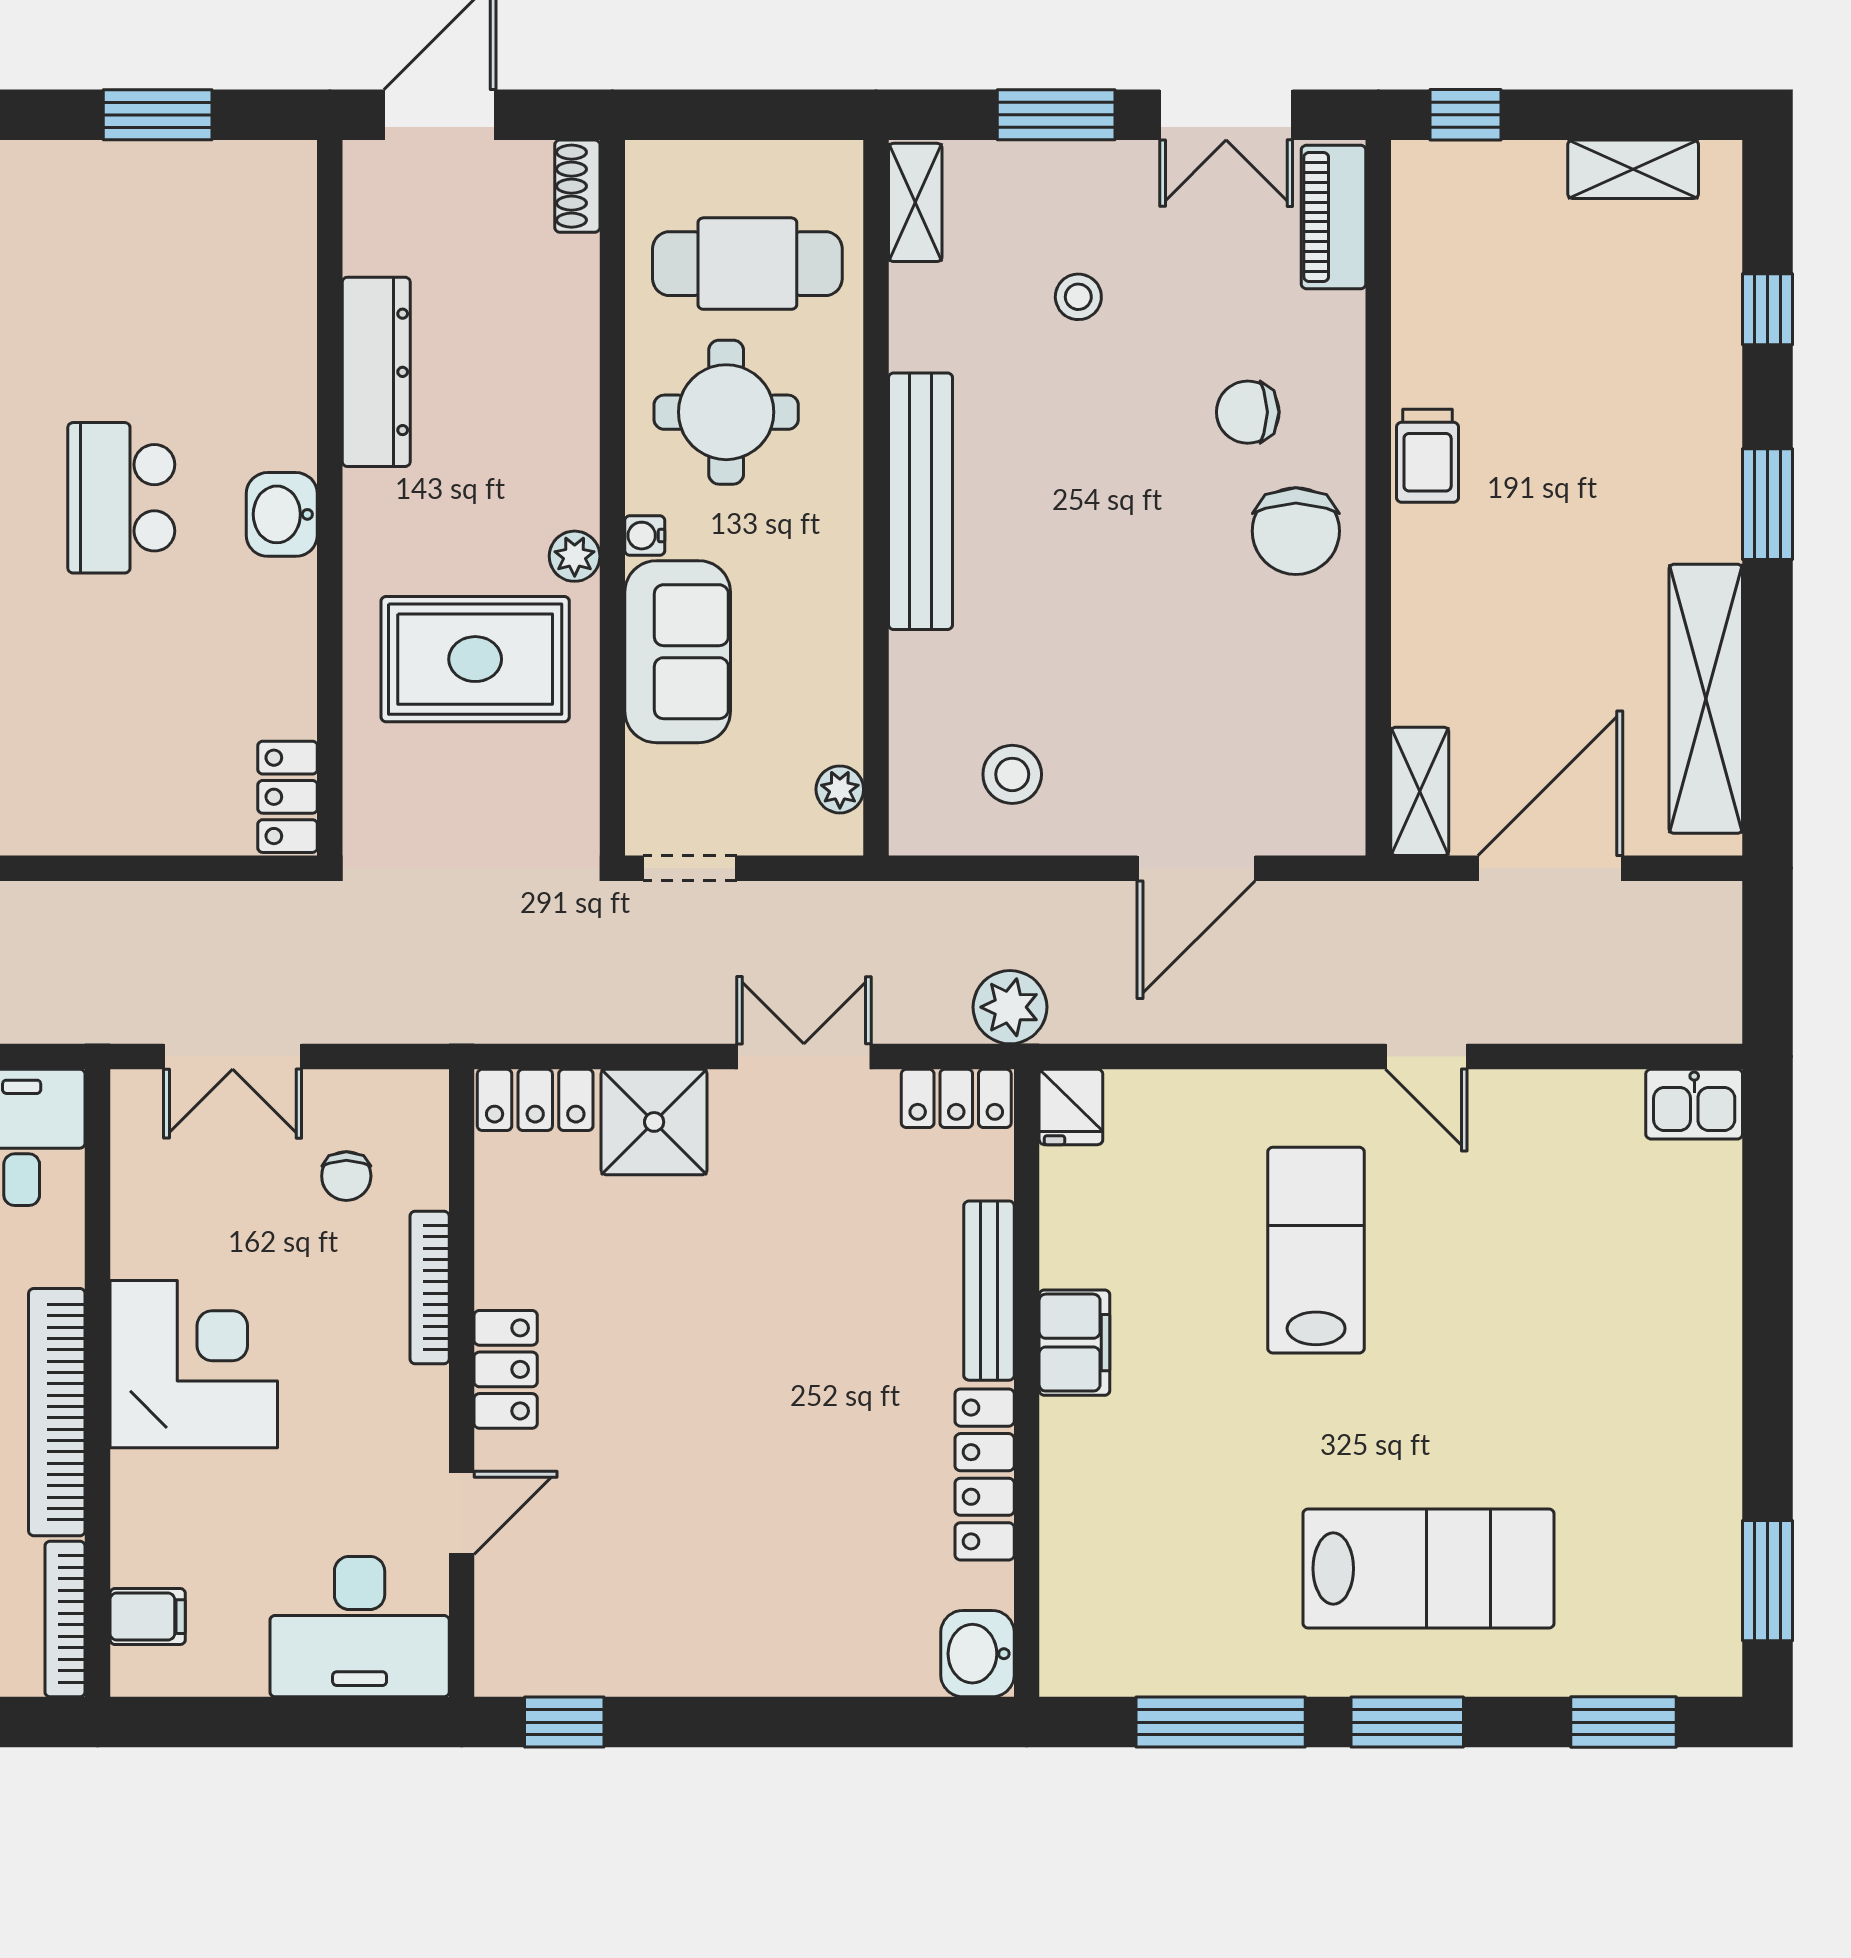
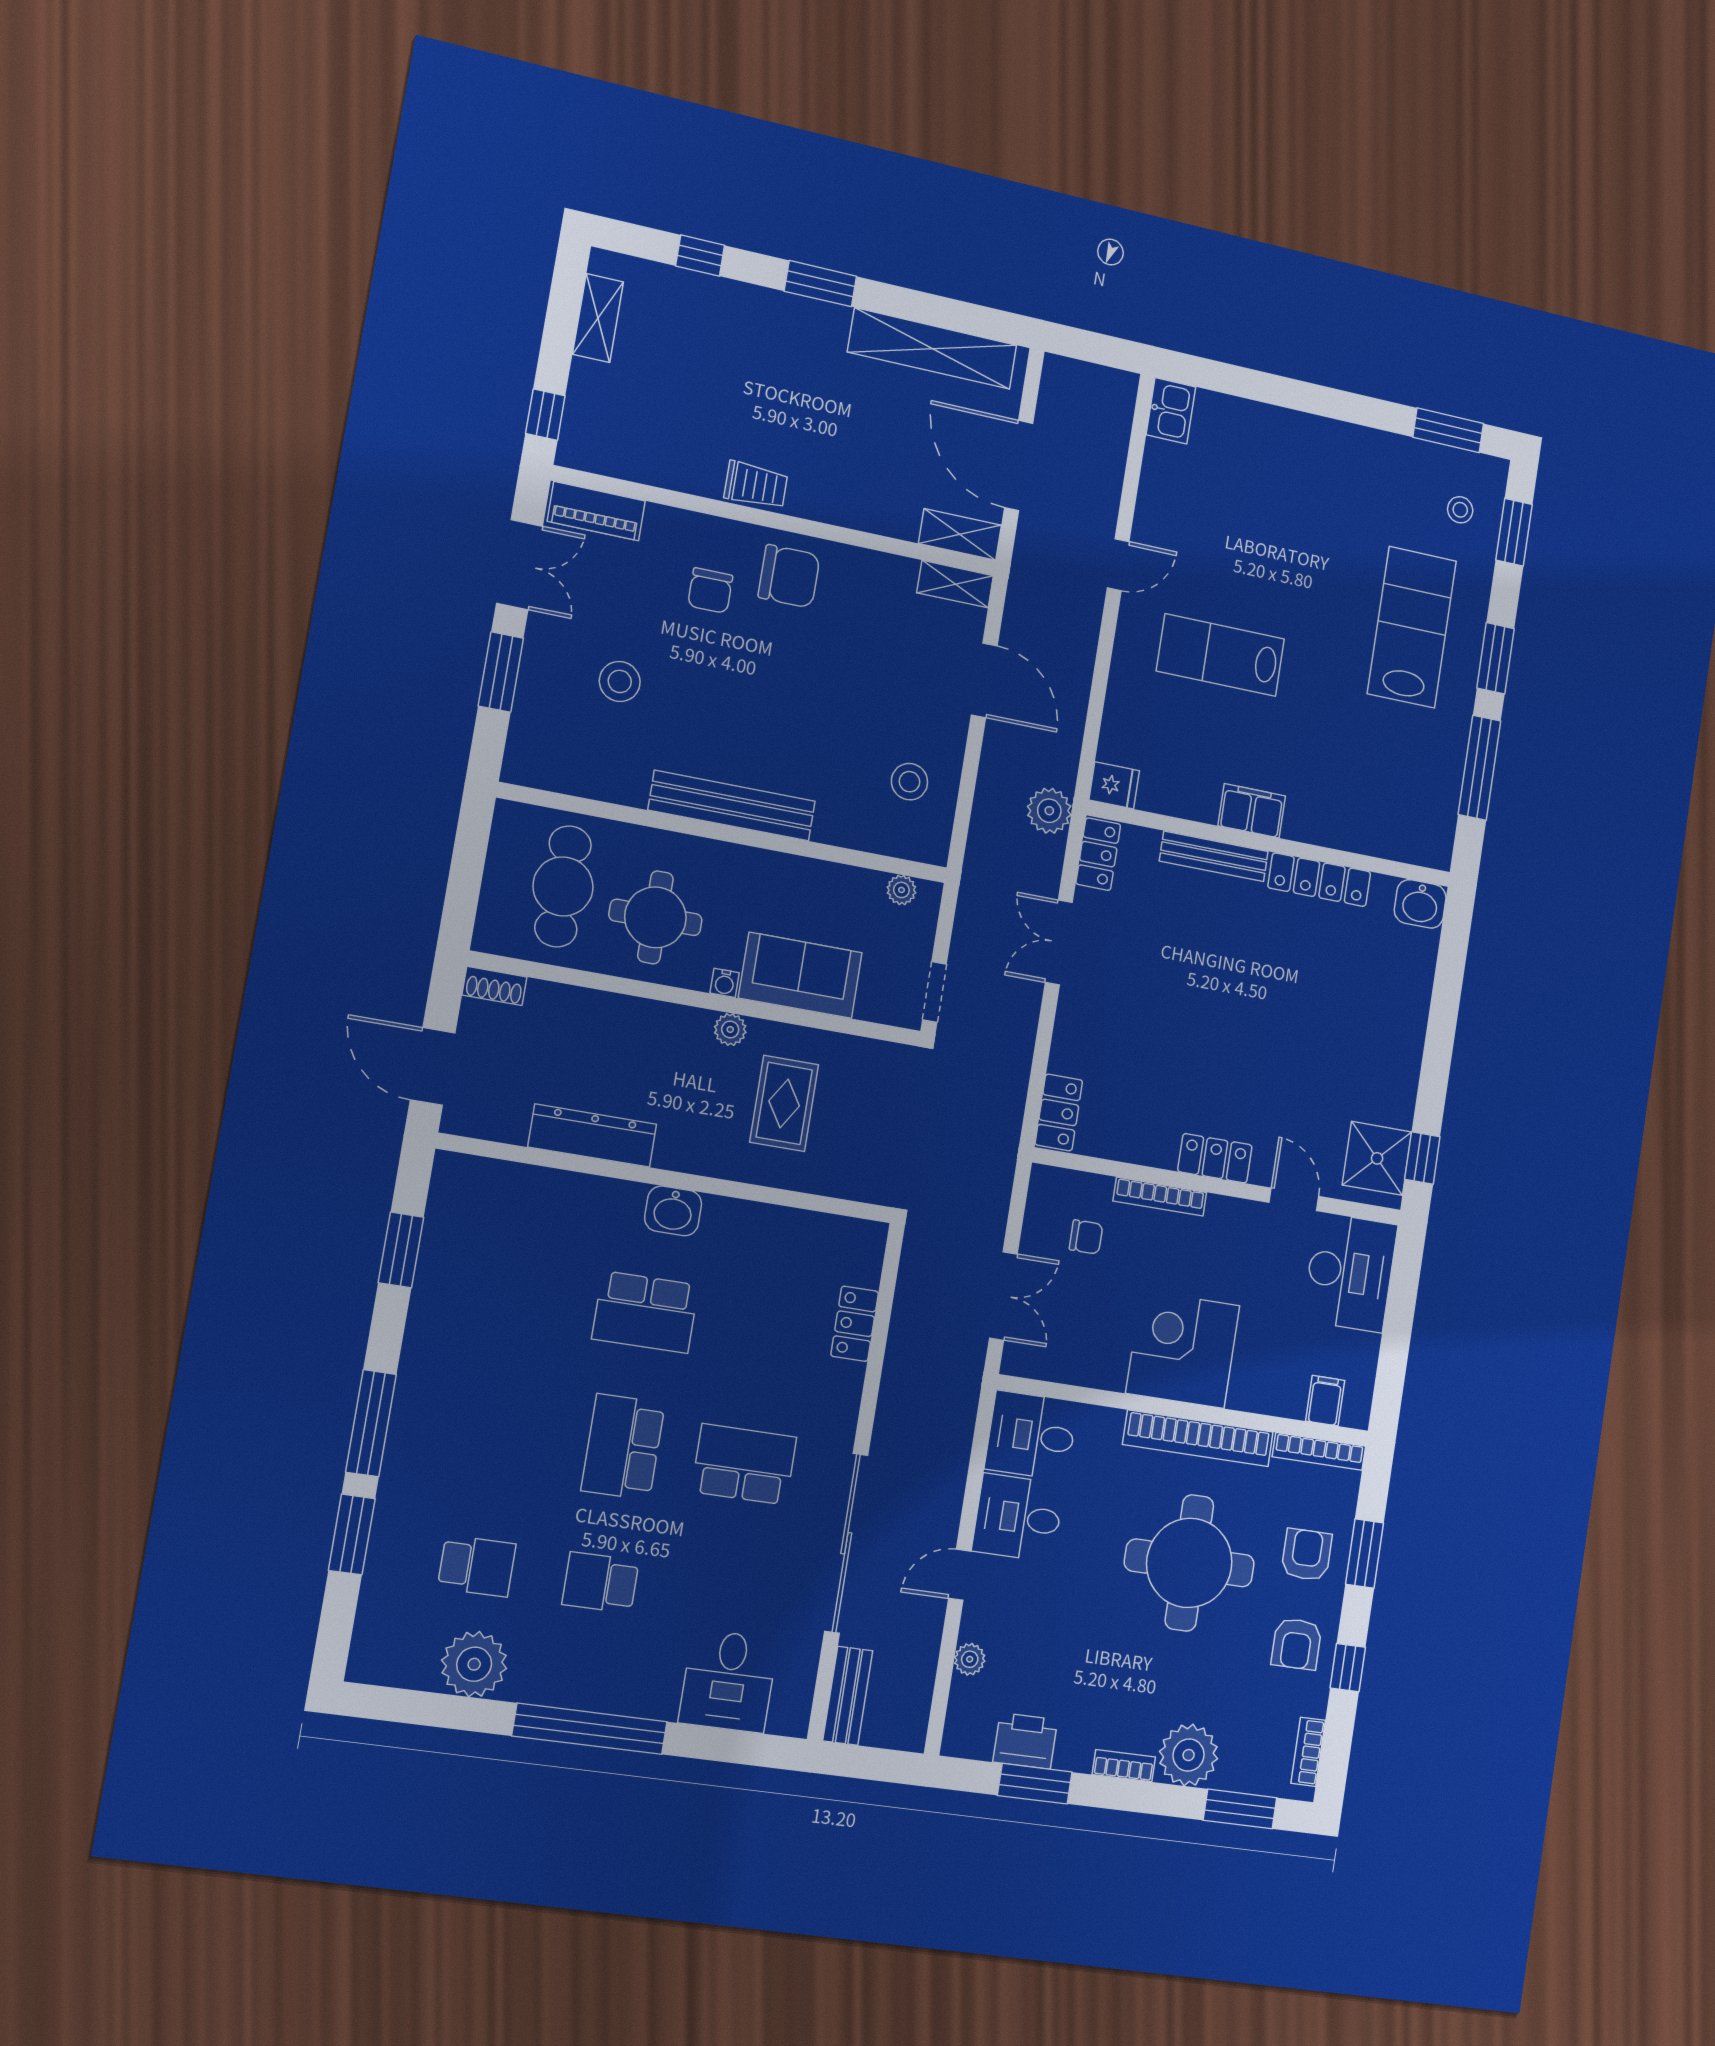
shelving: (915, 202) -> (955, 584), moved
stool: (1078, 297) -> (620, 681), width x1.37, depth x1.37
rug: (475, 659) -> (784, 1103), width x0.73, depth x0.70
locker: (288, 797) -> (855, 1324), moved, turned 90
shower: (654, 1122) -> (1377, 1158), moved
stool: (1640, 1622) -> (1460, 510), added

